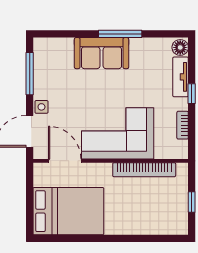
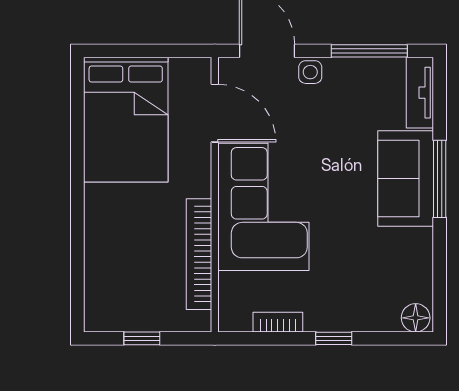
window: (120, 34) -> (440, 179), moved
tv unit: (181, 77) -> (420, 93), moved, turned -90
door: (65, 161) -> (215, 113), hinge flipped

